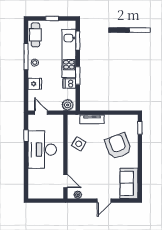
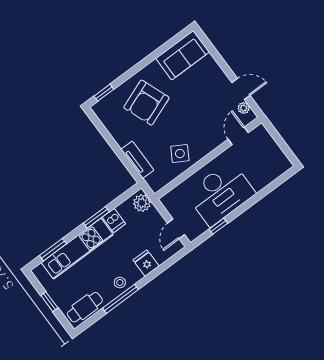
door: (104, 201) -> (241, 89), moved

